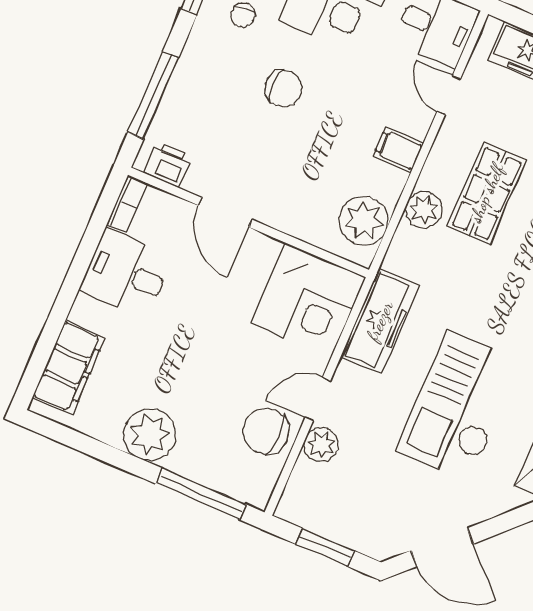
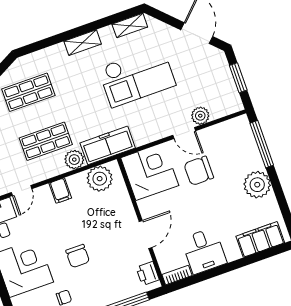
chair: (283, 89) -> (78, 256), turned 180
freezer: (380, 321) -> (108, 145), moved
chair: (266, 431) -> (199, 171), moved, turned 90

